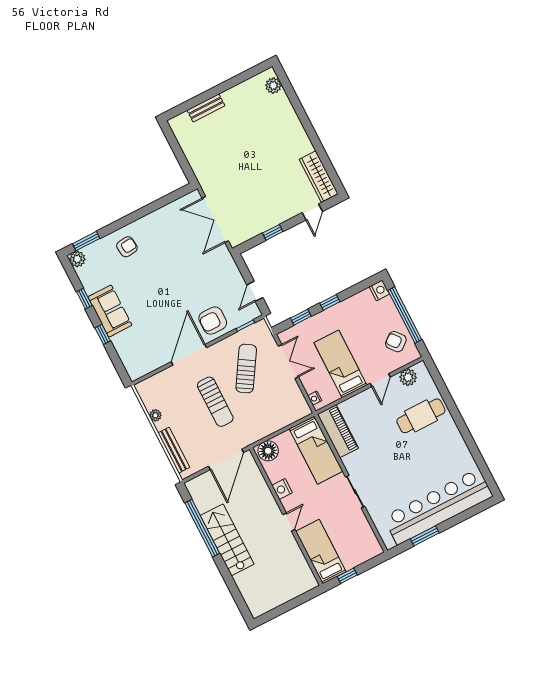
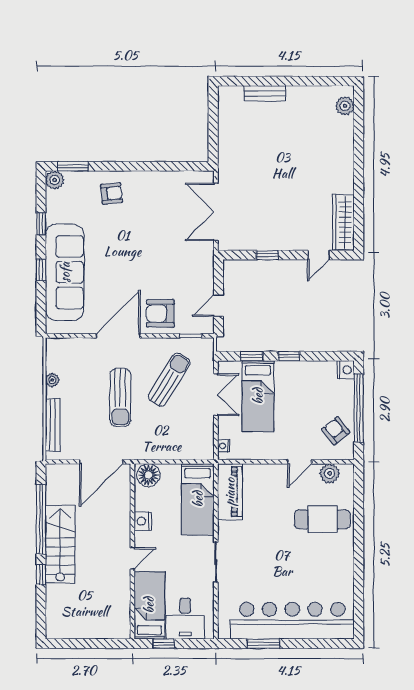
sofa: (110, 311) -> (65, 272), width x1.85, depth x1.27
bed: (340, 364) -> (258, 396), moved, turned 180
desk: (354, 548) -> (185, 619), added
window: (224, 571) -> (41, 575), added

